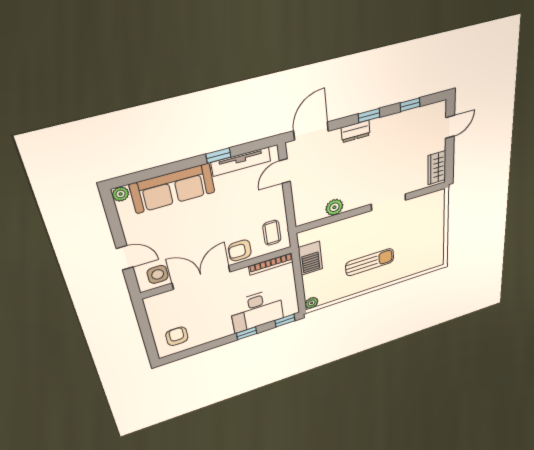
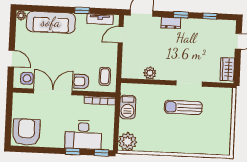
tv unit: (241, 162) -> (100, 19), width x0.71
sun lounger: (370, 262) -> (183, 107), moved, turned 180
plant: (312, 303) -> (128, 142), width x1.87, depth x1.87
armchair: (177, 336) -> (26, 132), width x1.88, depth x1.88

